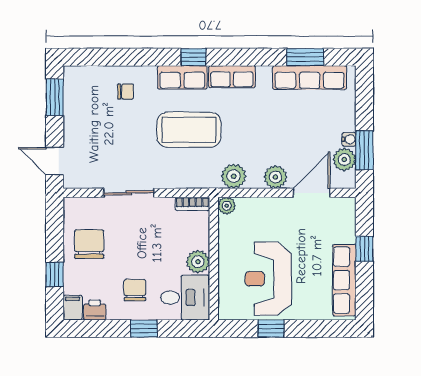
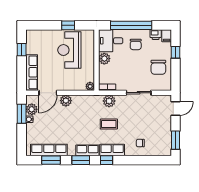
window: (246, 57) -> (81, 160), added
coffee table: (189, 130) -> (109, 124), width x0.54, depth x0.58
door: (55, 161) -> (175, 108), hinge flipped
plant: (234, 176) -> (109, 101), moved
window: (364, 249) -> (22, 50), moved
reception desk: (268, 279) -> (69, 50), turned 180
row of seats: (344, 280) -> (32, 72), moved
window: (144, 329) -> (131, 25), width x3.17

